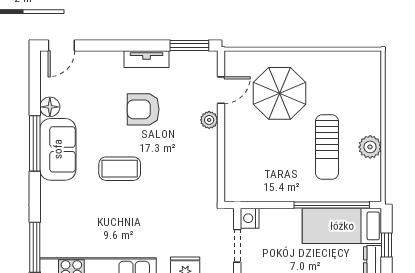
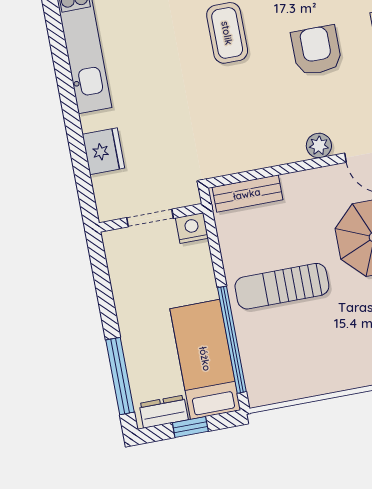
sun lounger: (327, 147) -> (282, 286), moved
plant: (370, 147) -> (323, 378), removed
bench: (233, 175) -> (247, 194), added

